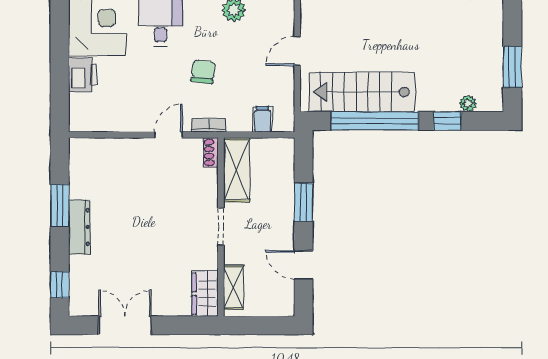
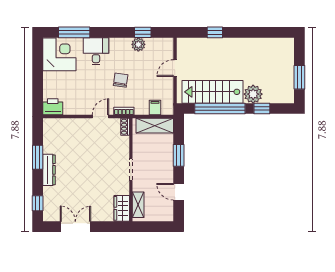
printer: (83, 75) -> (53, 107), moved, turned -90
plant: (468, 104) -> (253, 94), moved, width x1.88, depth x1.88
shelving: (236, 170) -> (155, 126), moved, turned 90

